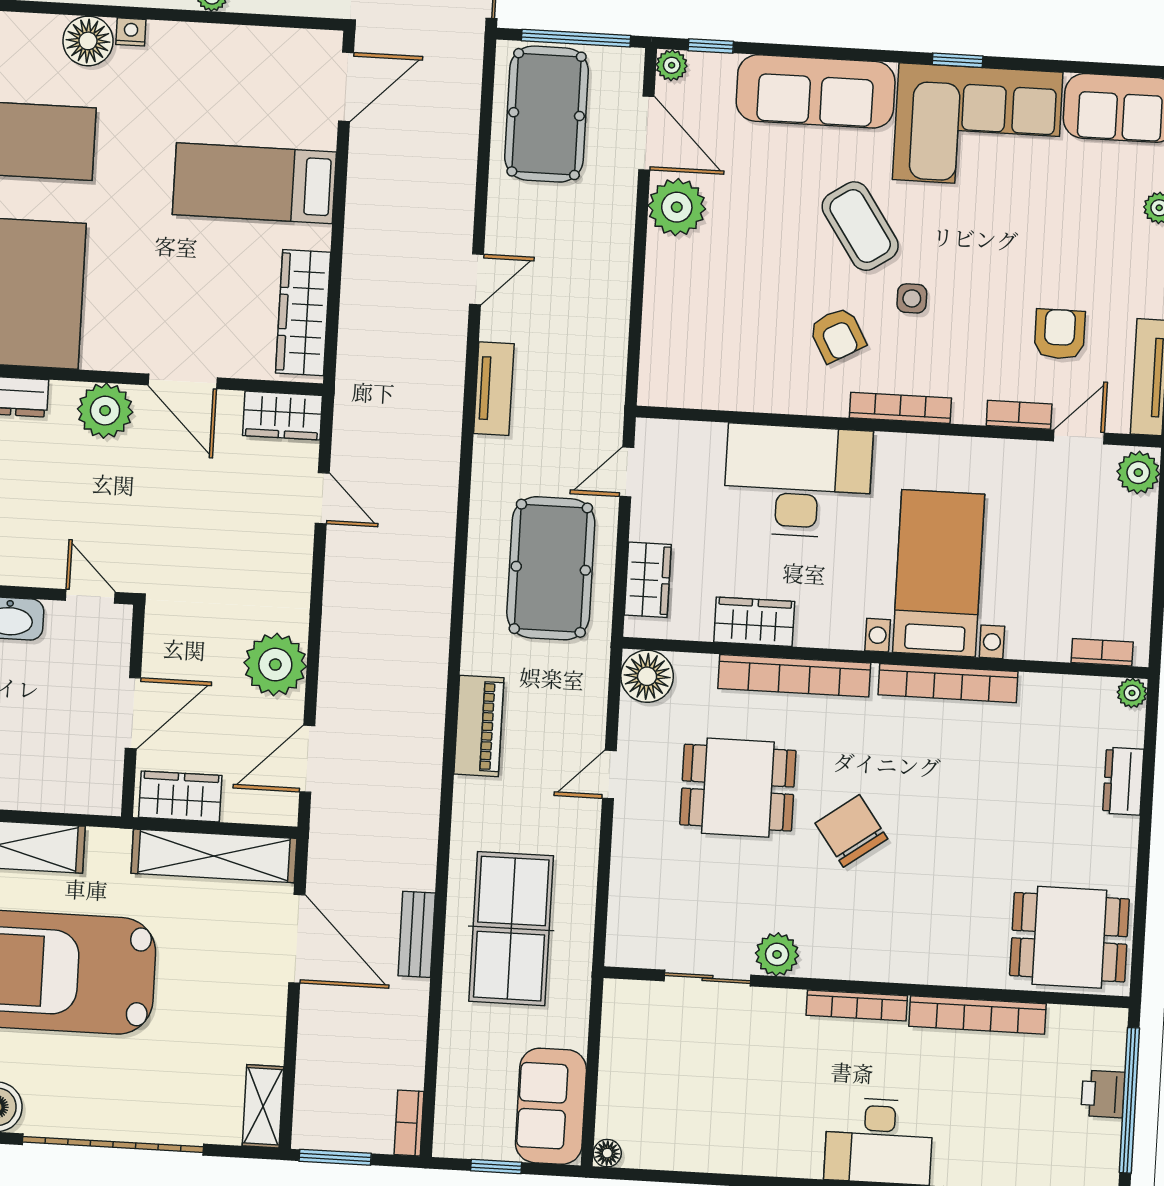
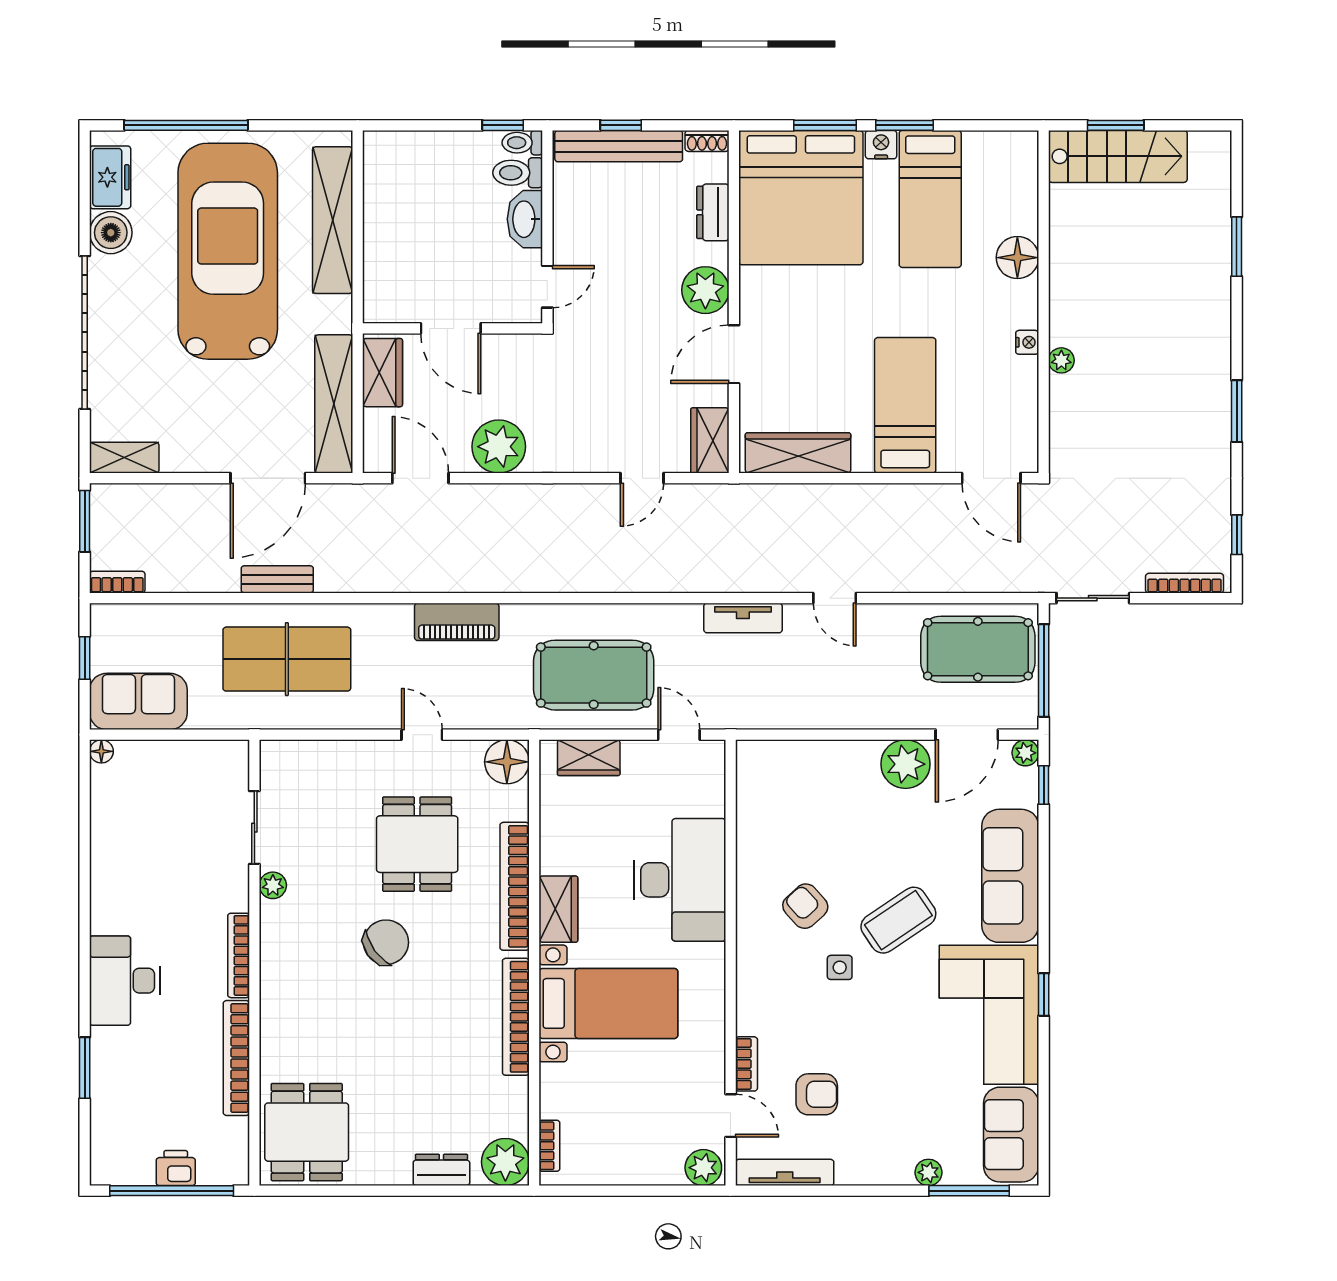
nightstand: (131, 32) -> (1027, 342), moved
armchair: (837, 335) -> (805, 906), turned 77
bookcase: (900, 408) -> (746, 963), removed
wardrobe: (754, 622) -> (558, 909), moved
plant: (1132, 693) -> (505, 1162), width x1.87, depth x1.87
plant: (777, 954) -> (273, 885), width x0.73, depth x0.73

